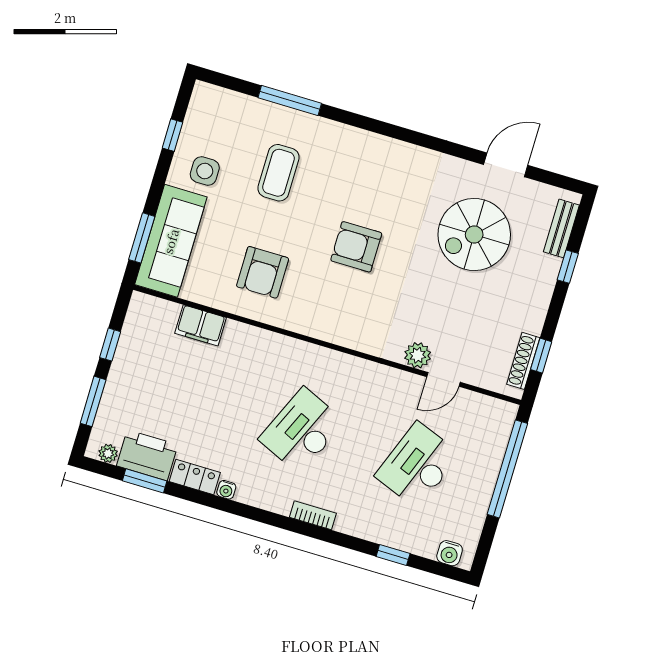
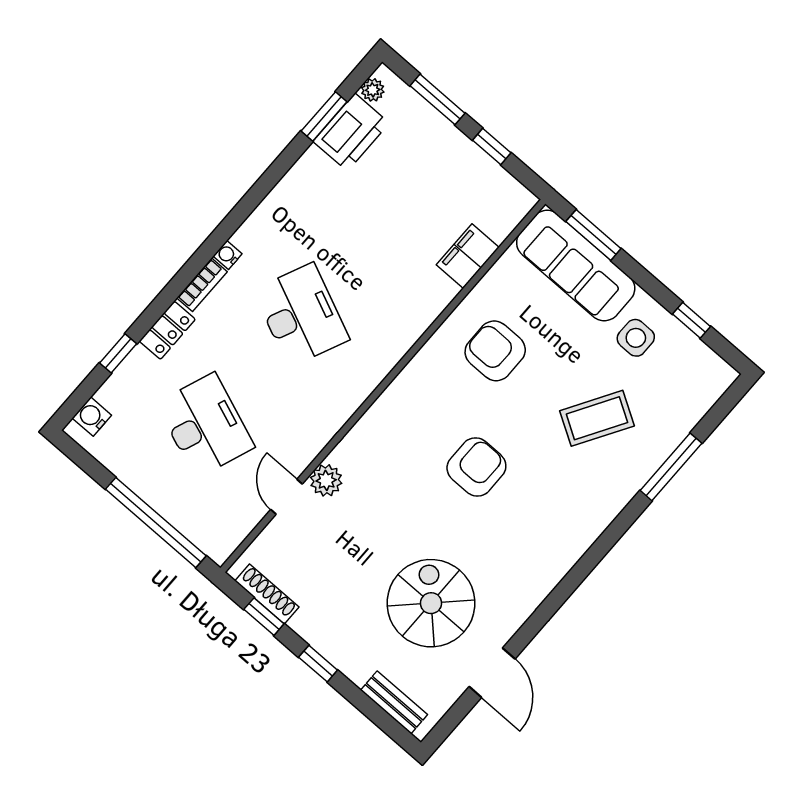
coffee table: (279, 173) -> (597, 418), turned -59
window: (568, 267) -> (318, 664), moved
locker: (195, 477) -> (167, 330), moved
water cooler: (226, 490) -> (228, 255), moved

